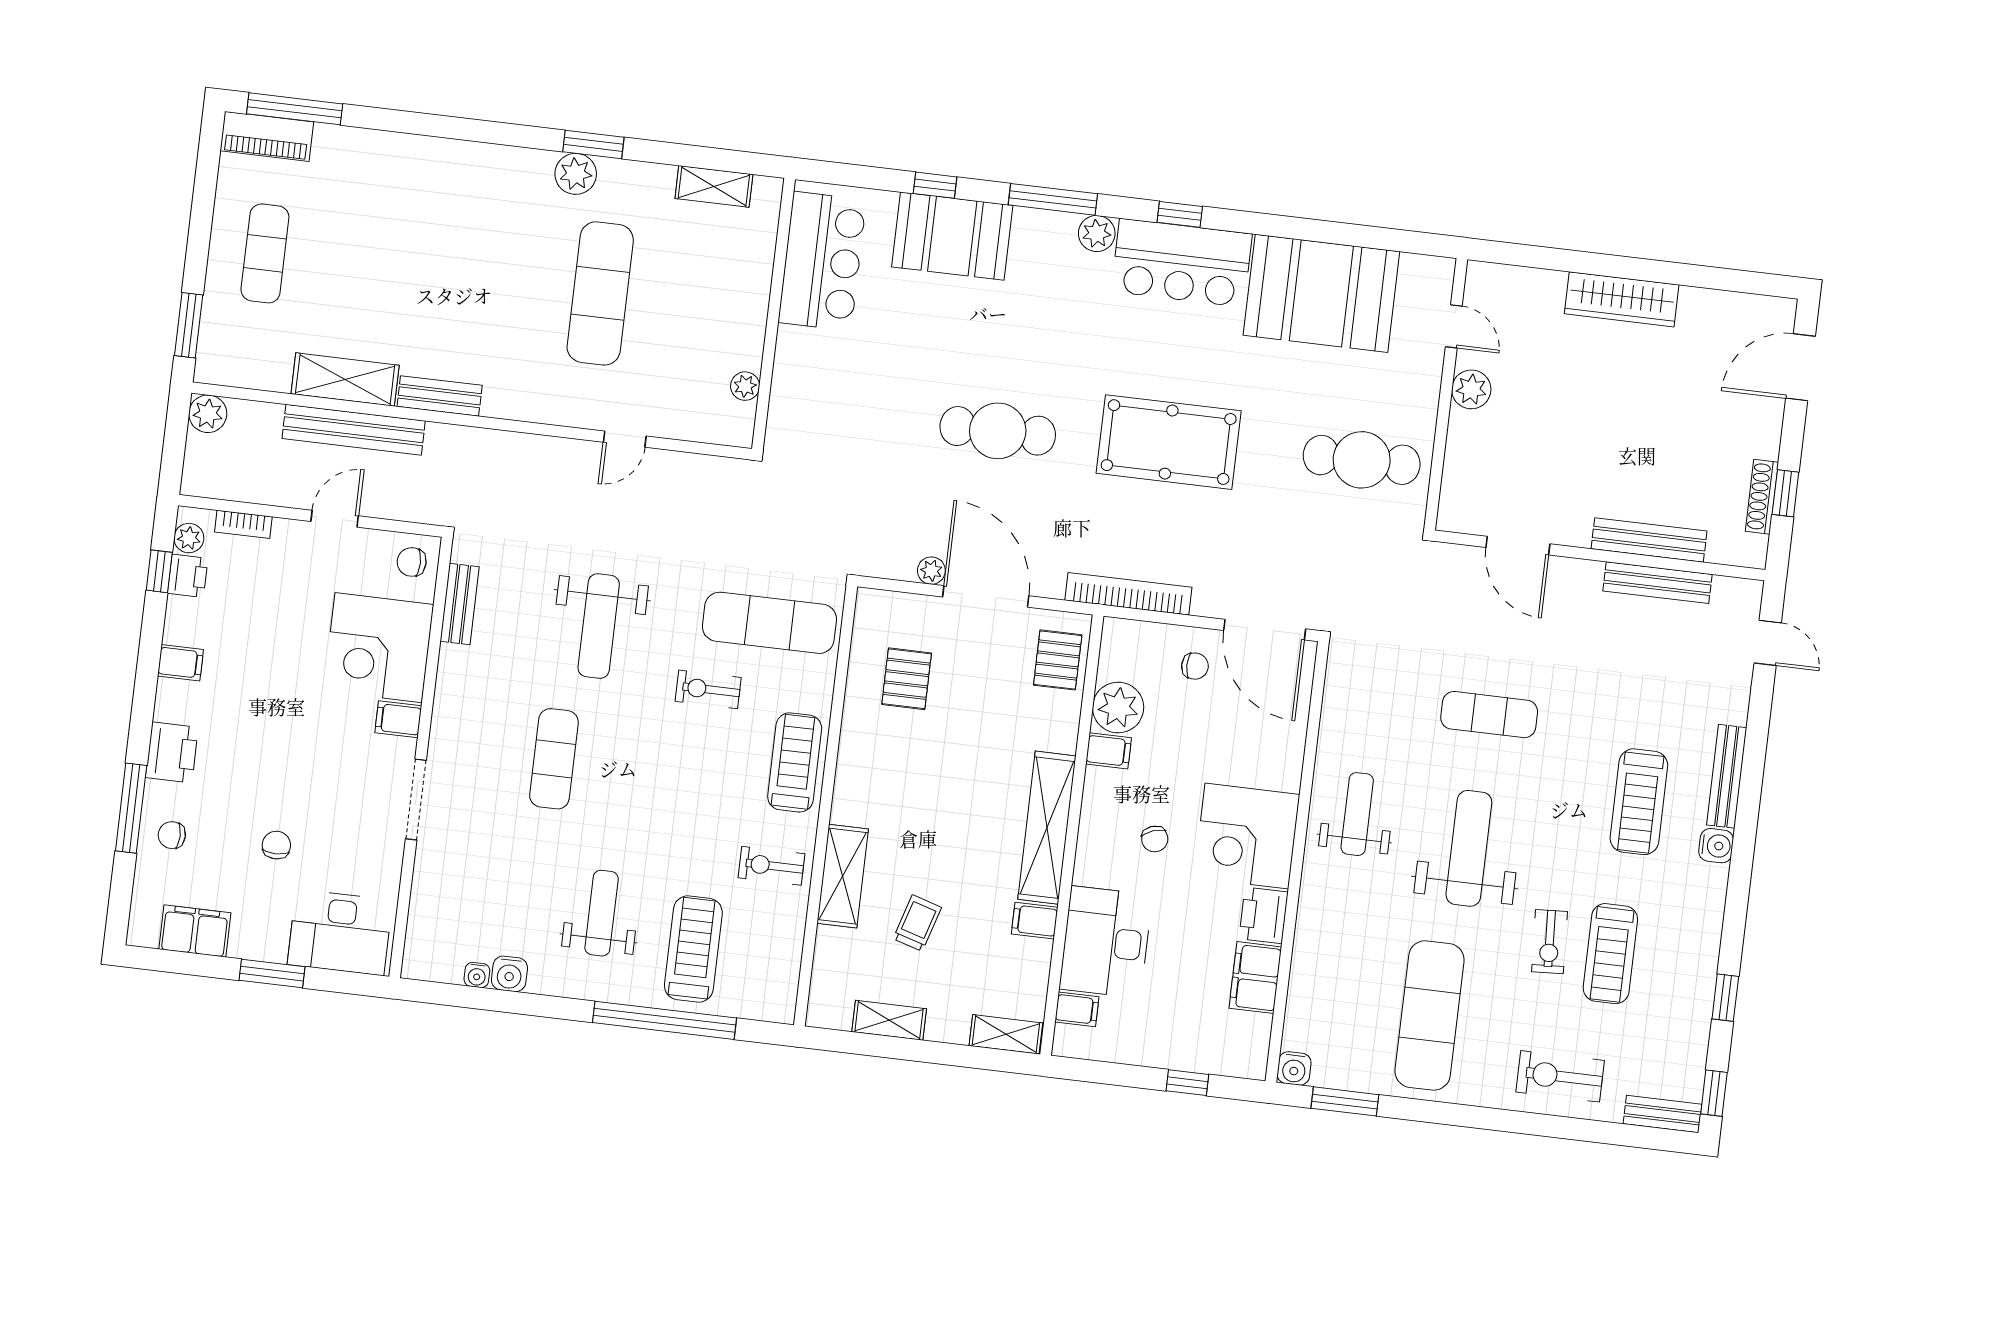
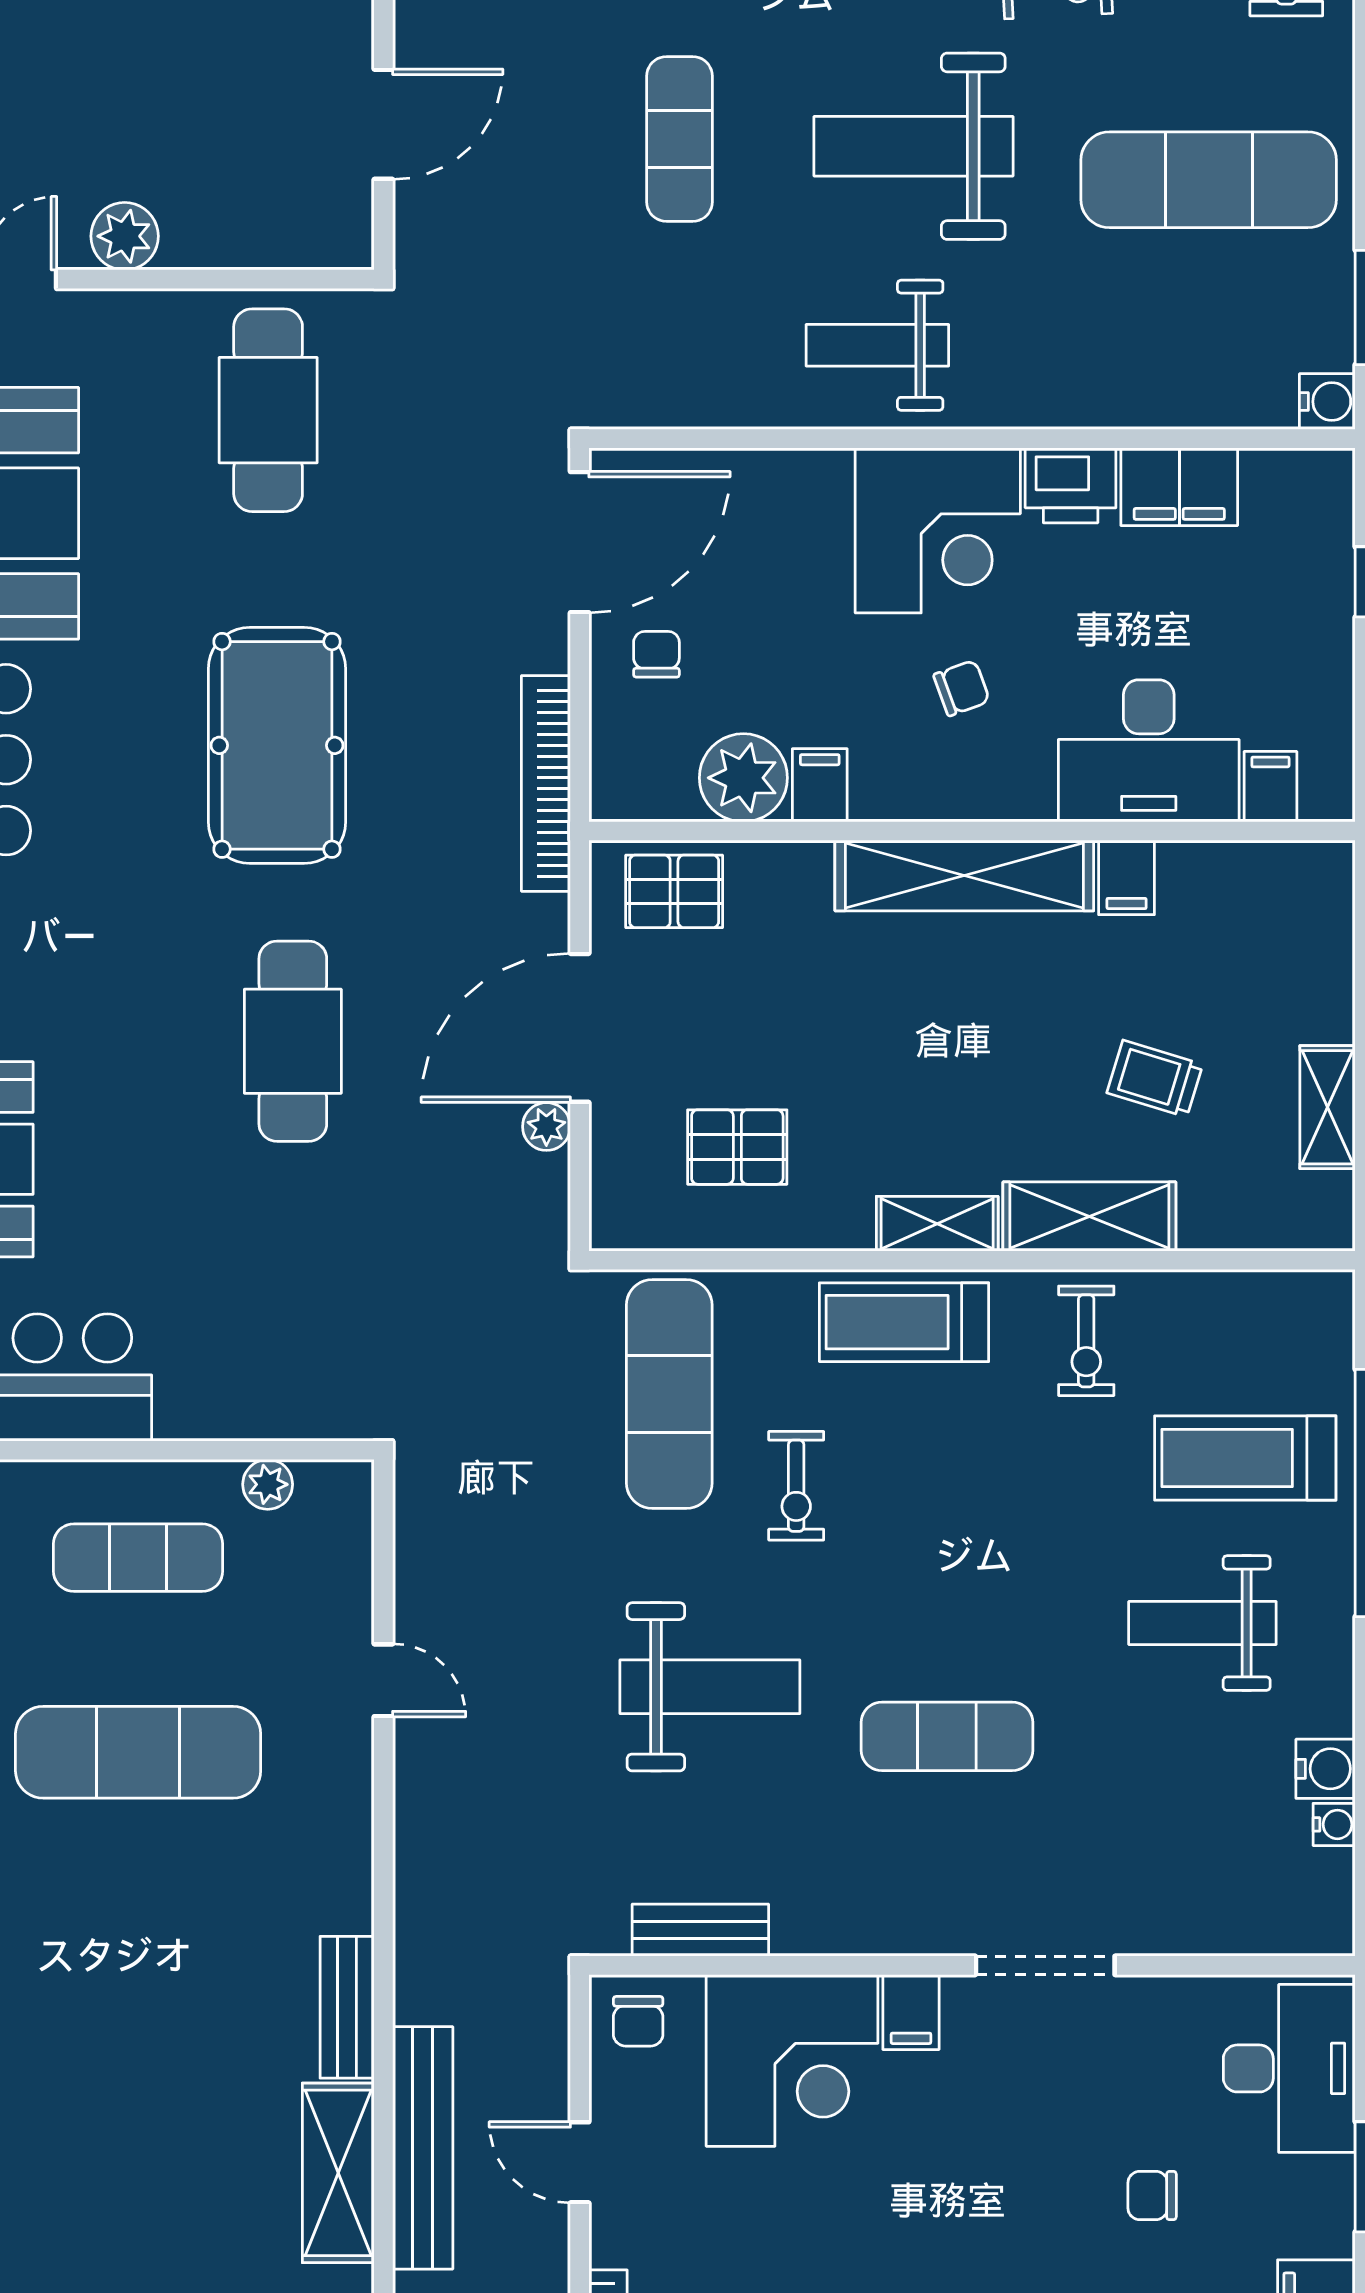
exercise mat: (712, 307) -> (138, 1558), added
shelving: (1006, 1034) -> (937, 1224), moved, turned 90

